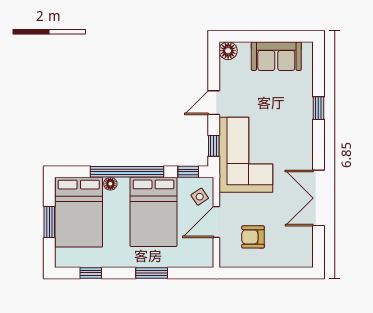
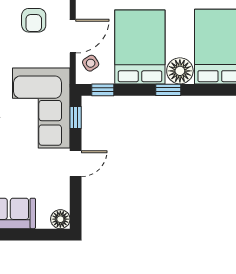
window: (127, 172) -> (168, 90), width x0.32
floor lamp: (110, 184) -> (180, 71), width x1.89, depth x1.89
armchair: (253, 237) -> (34, 20), turned 90

